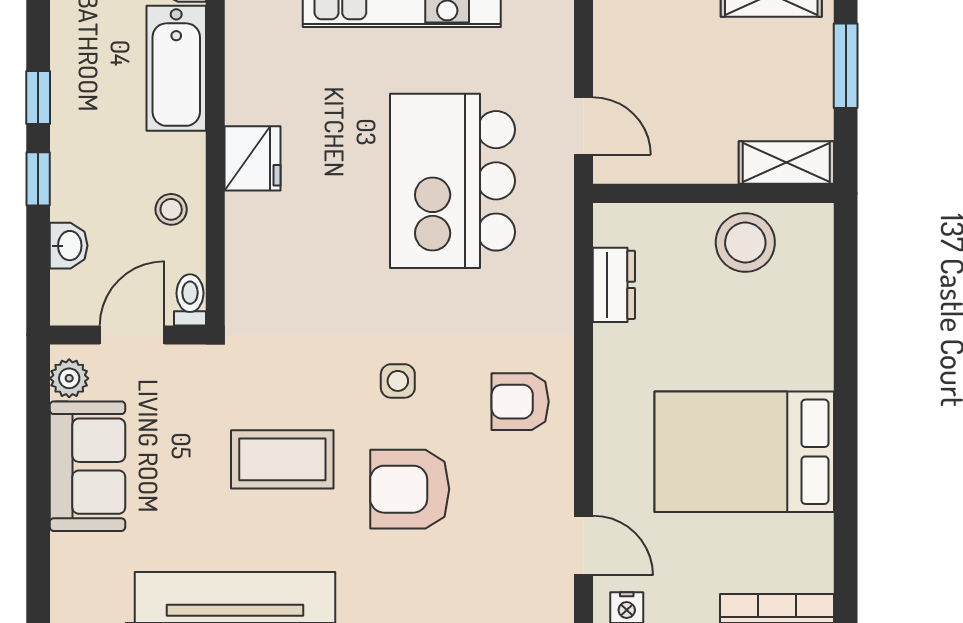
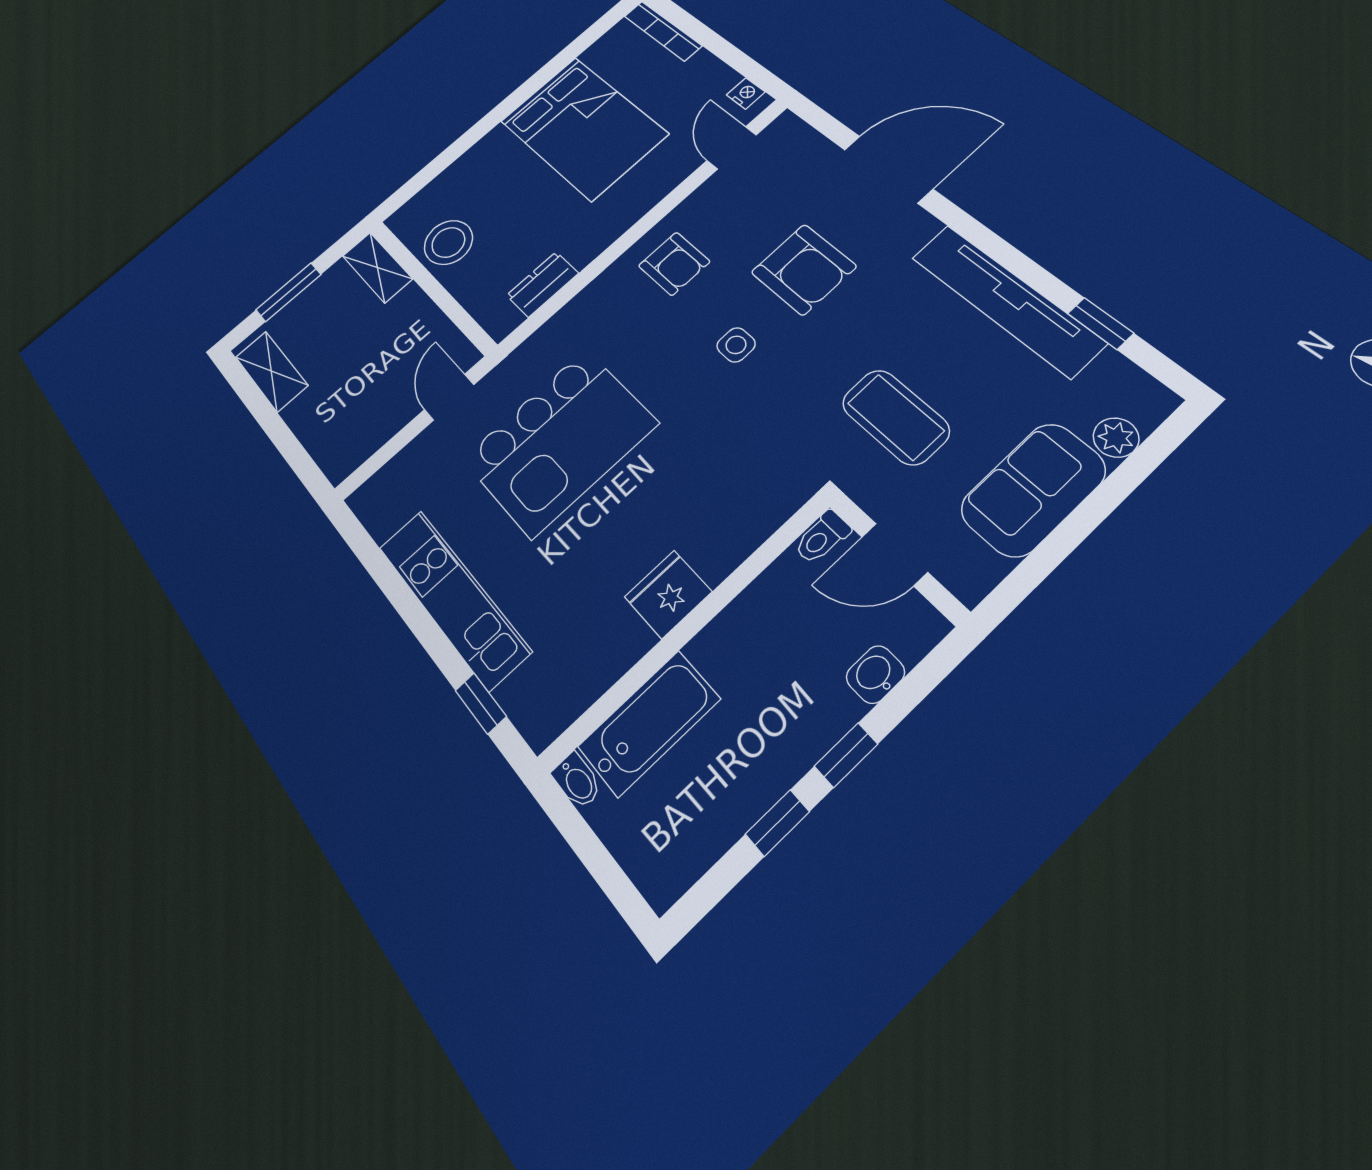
stool: (171, 209) -> (766, 619), removed
plant: (69, 378) -> (1116, 438), moved
coffee table: (282, 459) -> (895, 417), moved

